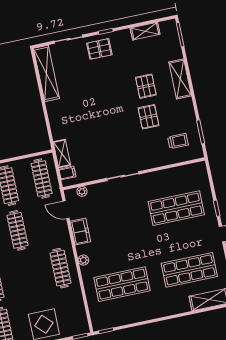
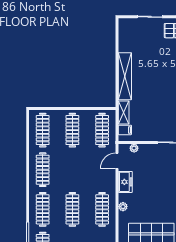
shelving: (46, 73) -> (125, 76), moved
door: (66, 210) -> (117, 161), hinge flipped
clothes rail: (17, 230) -> (72, 209), moved

